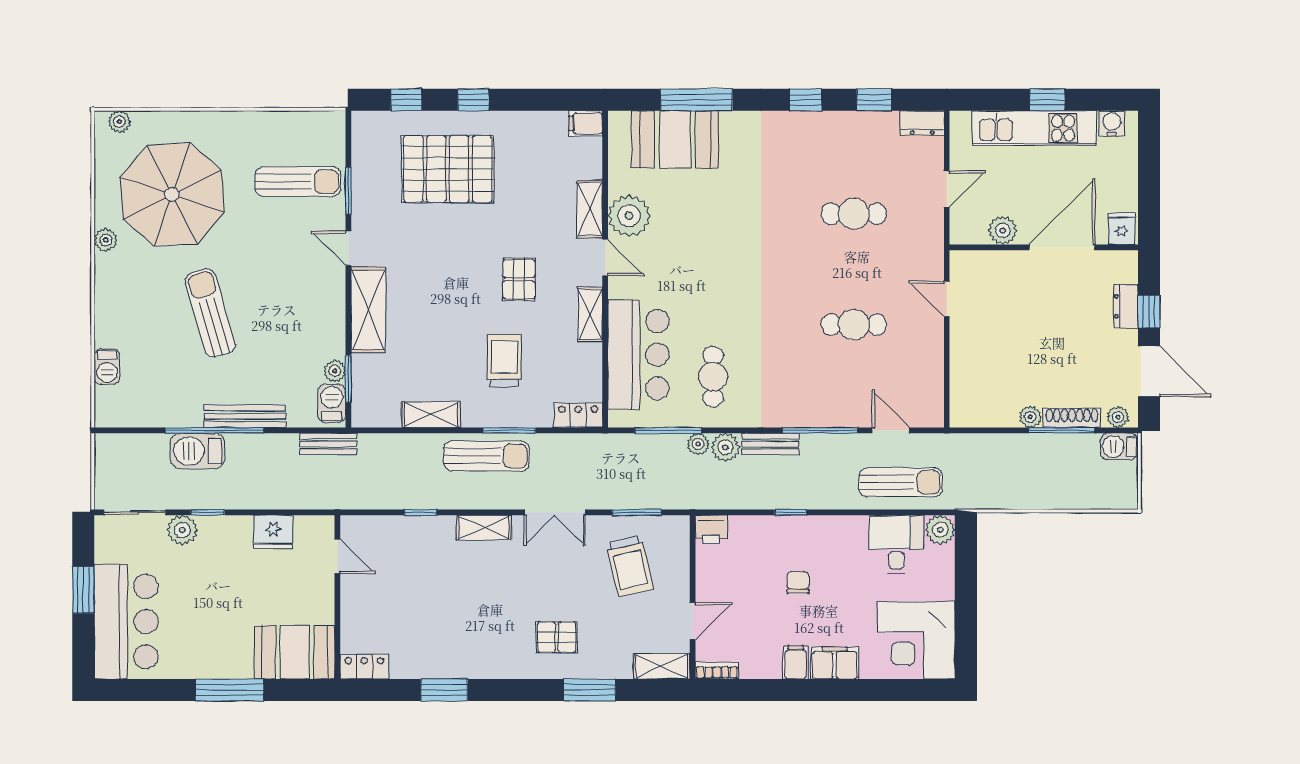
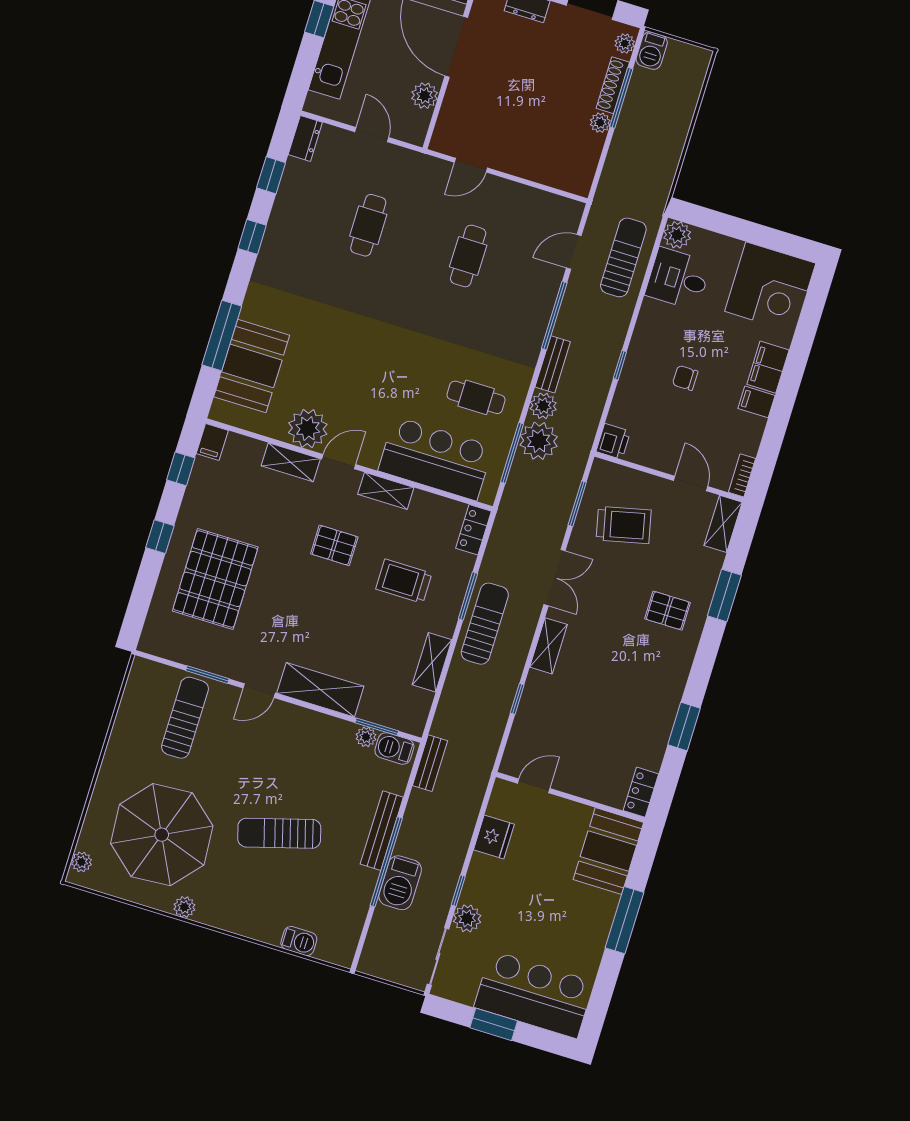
window: (406, 100) -> (181, 469), moved
plant: (698, 444) -> (539, 441), width x1.88, depth x1.88
pallet: (557, 637) -> (668, 611), turned 90

